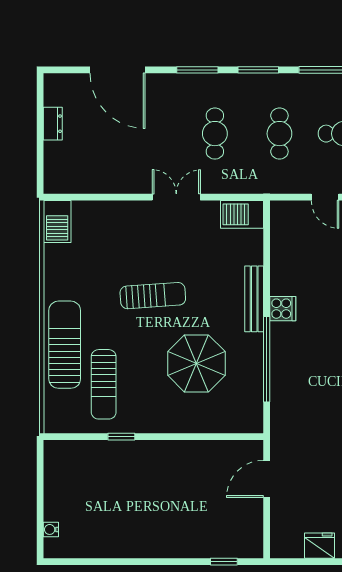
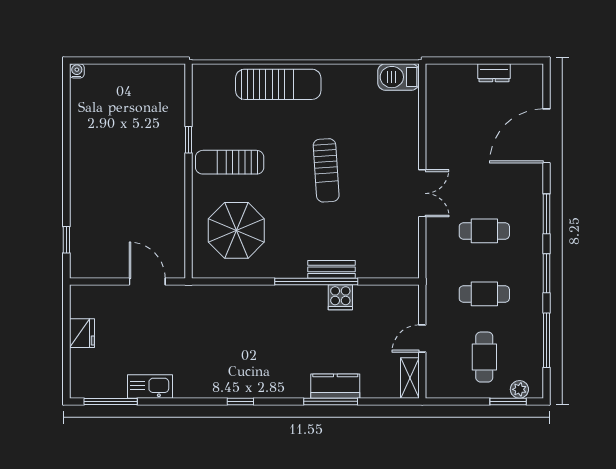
barbecue: (242, 214) -> (405, 257), removed
bench: (254, 299) -> (332, 269), width x0.73
cooker: (283, 309) -> (340, 297), moved
window: (267, 359) -> (316, 281), moved
parasol: (196, 363) -> (236, 230), moved
sun lounger: (104, 384) -> (230, 162), moved
water cooler: (51, 529) -> (77, 71), moved

